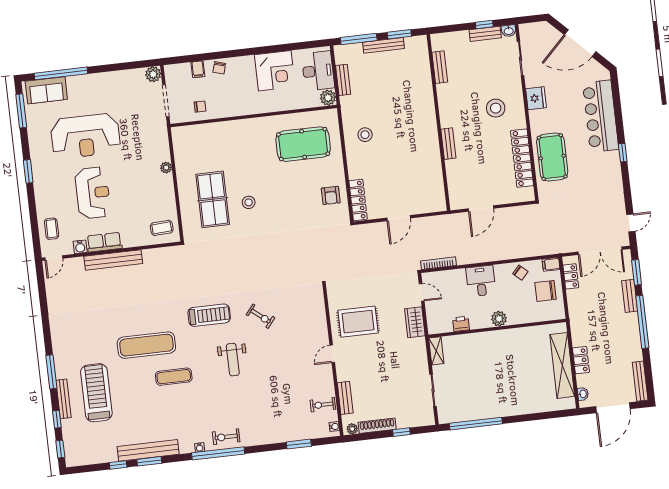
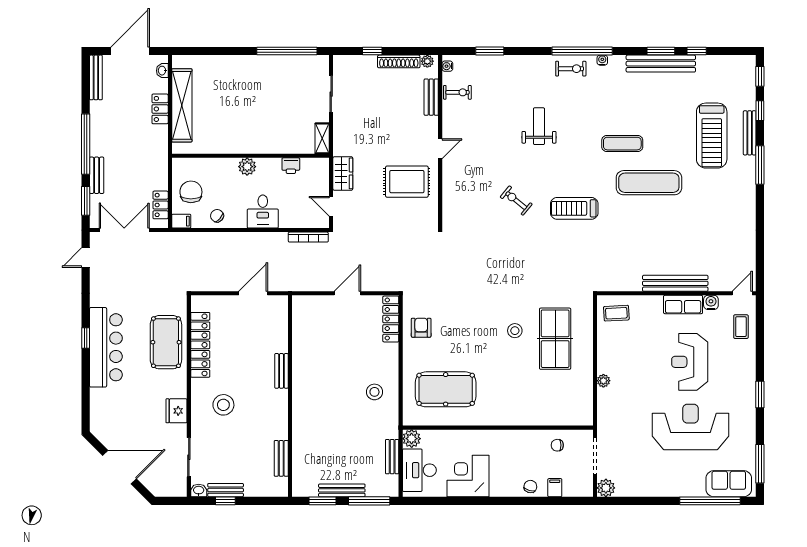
bar counter: (601, 116) -> (106, 347), moved
chair: (546, 291) -> (191, 192), turned -90
weight bench: (233, 360) -> (539, 126), moved

